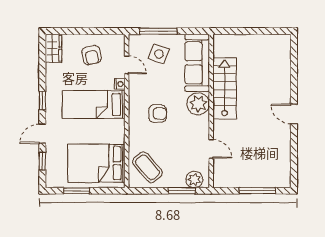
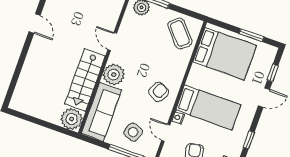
plant: (224, 45) -> (72, 119), added
window: (42, 100) -> (249, 140), moved
armchair: (158, 114) -> (159, 92), moved, turned 117
door: (294, 114) -> (35, 24), moved
door: (211, 149) -> (112, 41), moved

